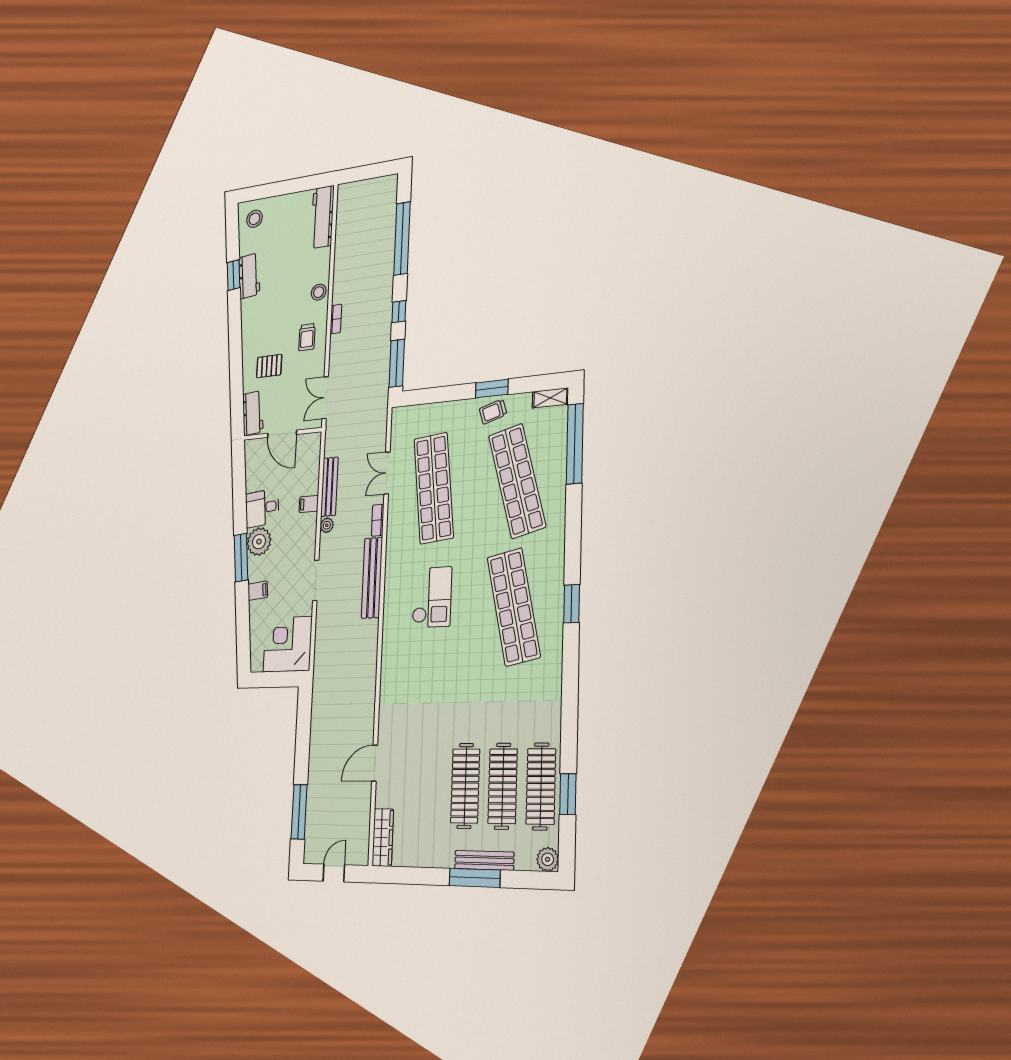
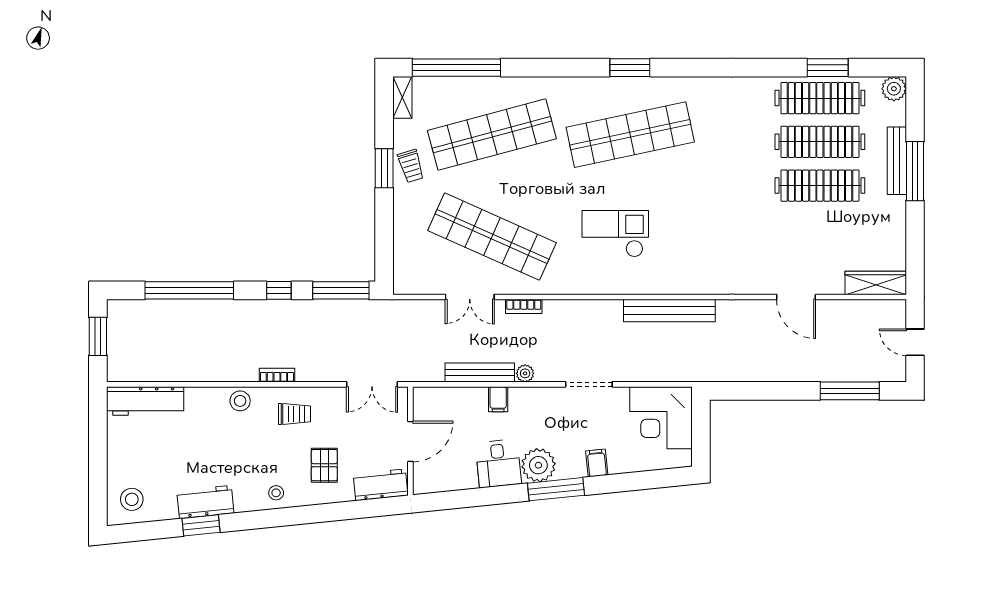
window: (371, 171) -> (98, 336), added
stool: (252, 330) -> (276, 493), added
shop shelf: (434, 488) -> (492, 237), turned 30
bench: (372, 578) -> (669, 311), moved

